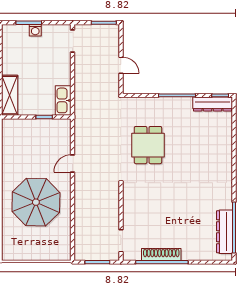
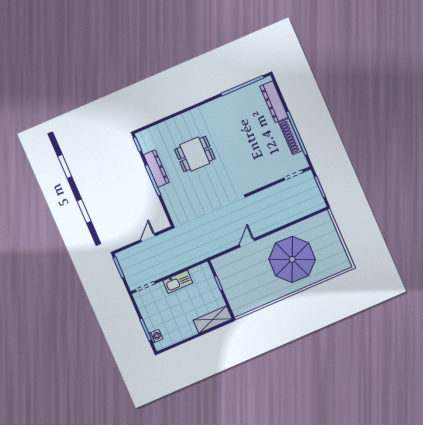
washing machine: (35, 30) -> (156, 336), moved
kitchen sink: (63, 100) -> (178, 282), moved
dresser: (213, 104) -> (156, 169), moved
dining table: (148, 145) -> (195, 154), moved
door: (73, 163) -> (247, 243), swing flipped
dresser: (224, 232) -> (274, 102), moved, turned 90

